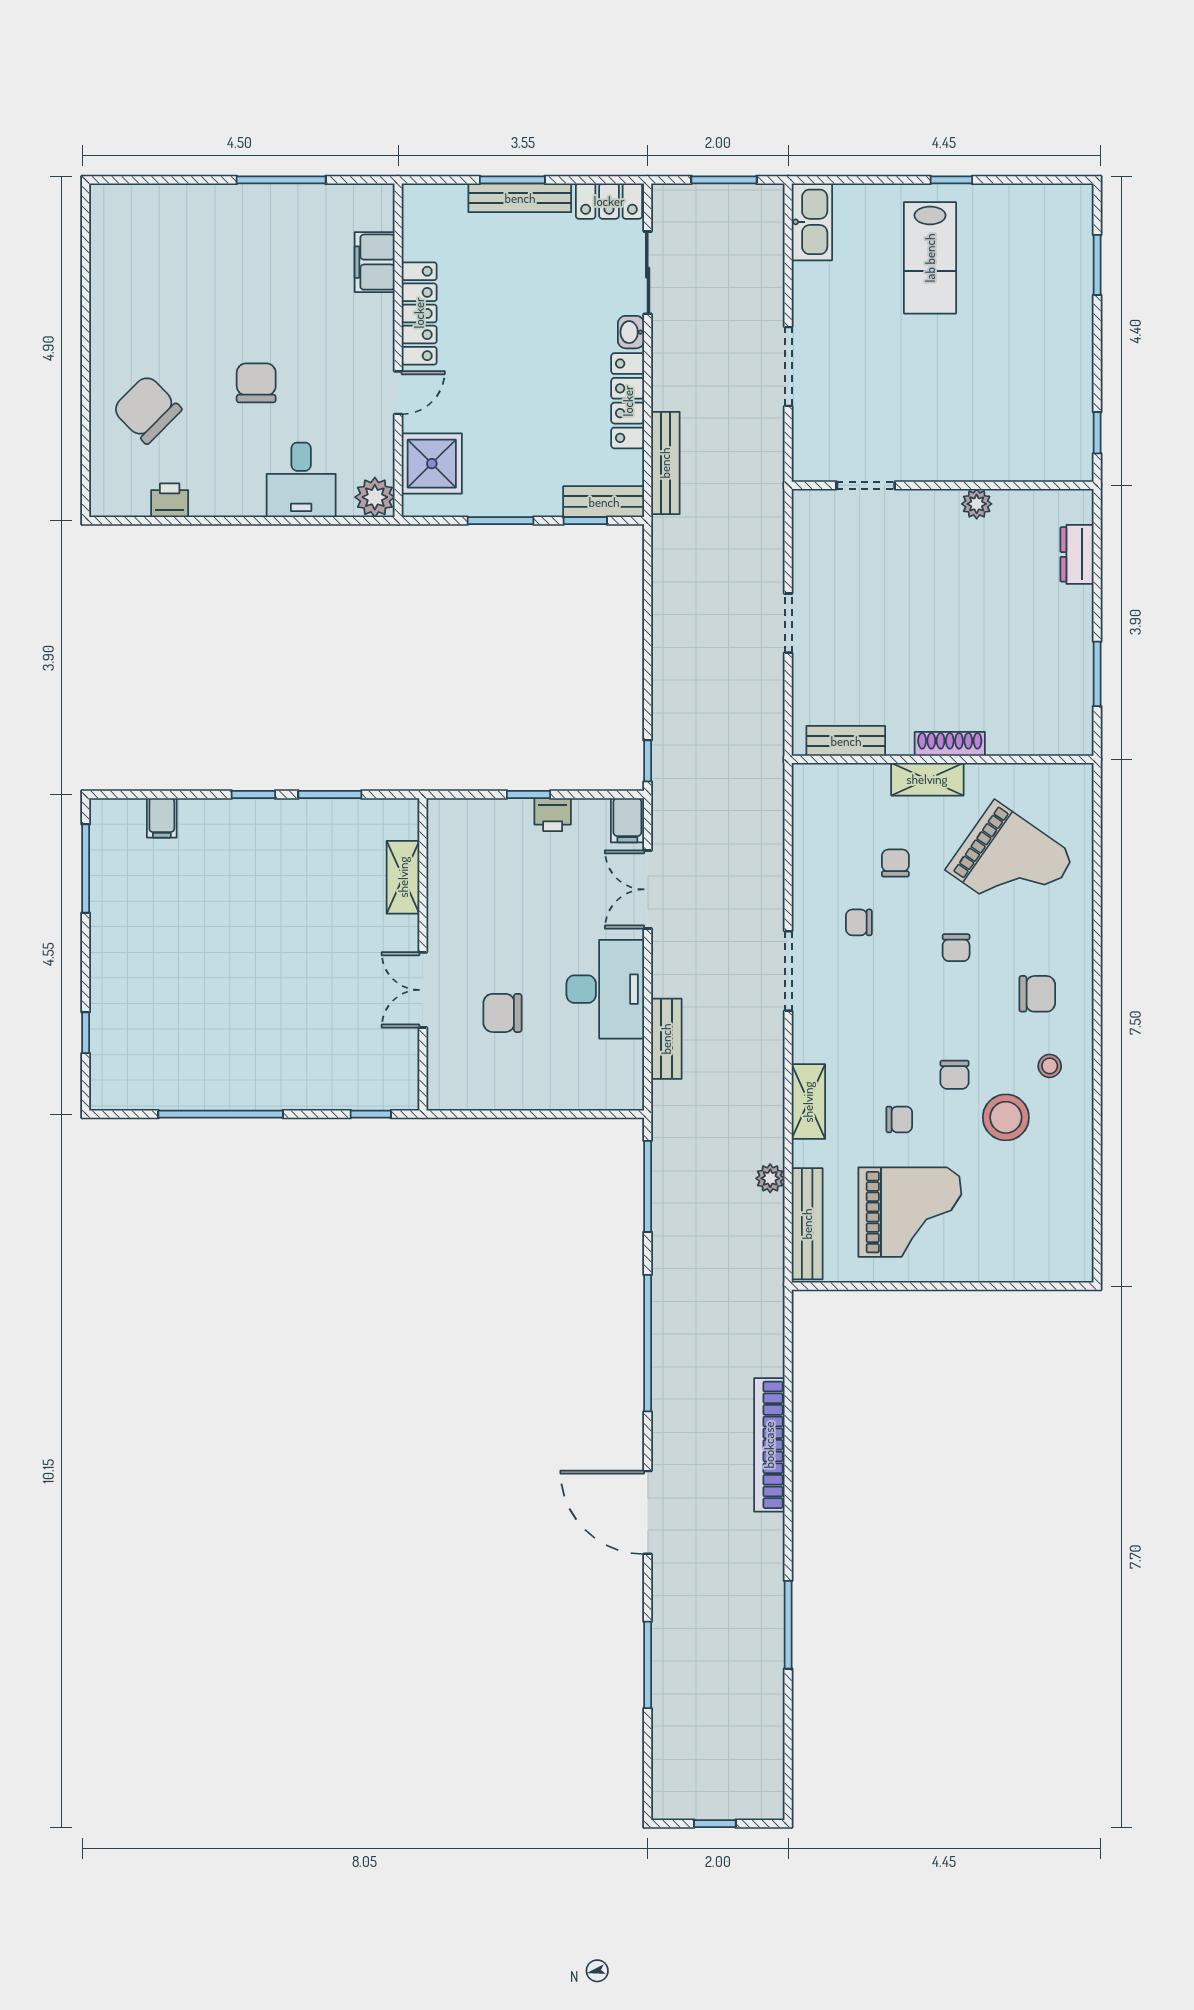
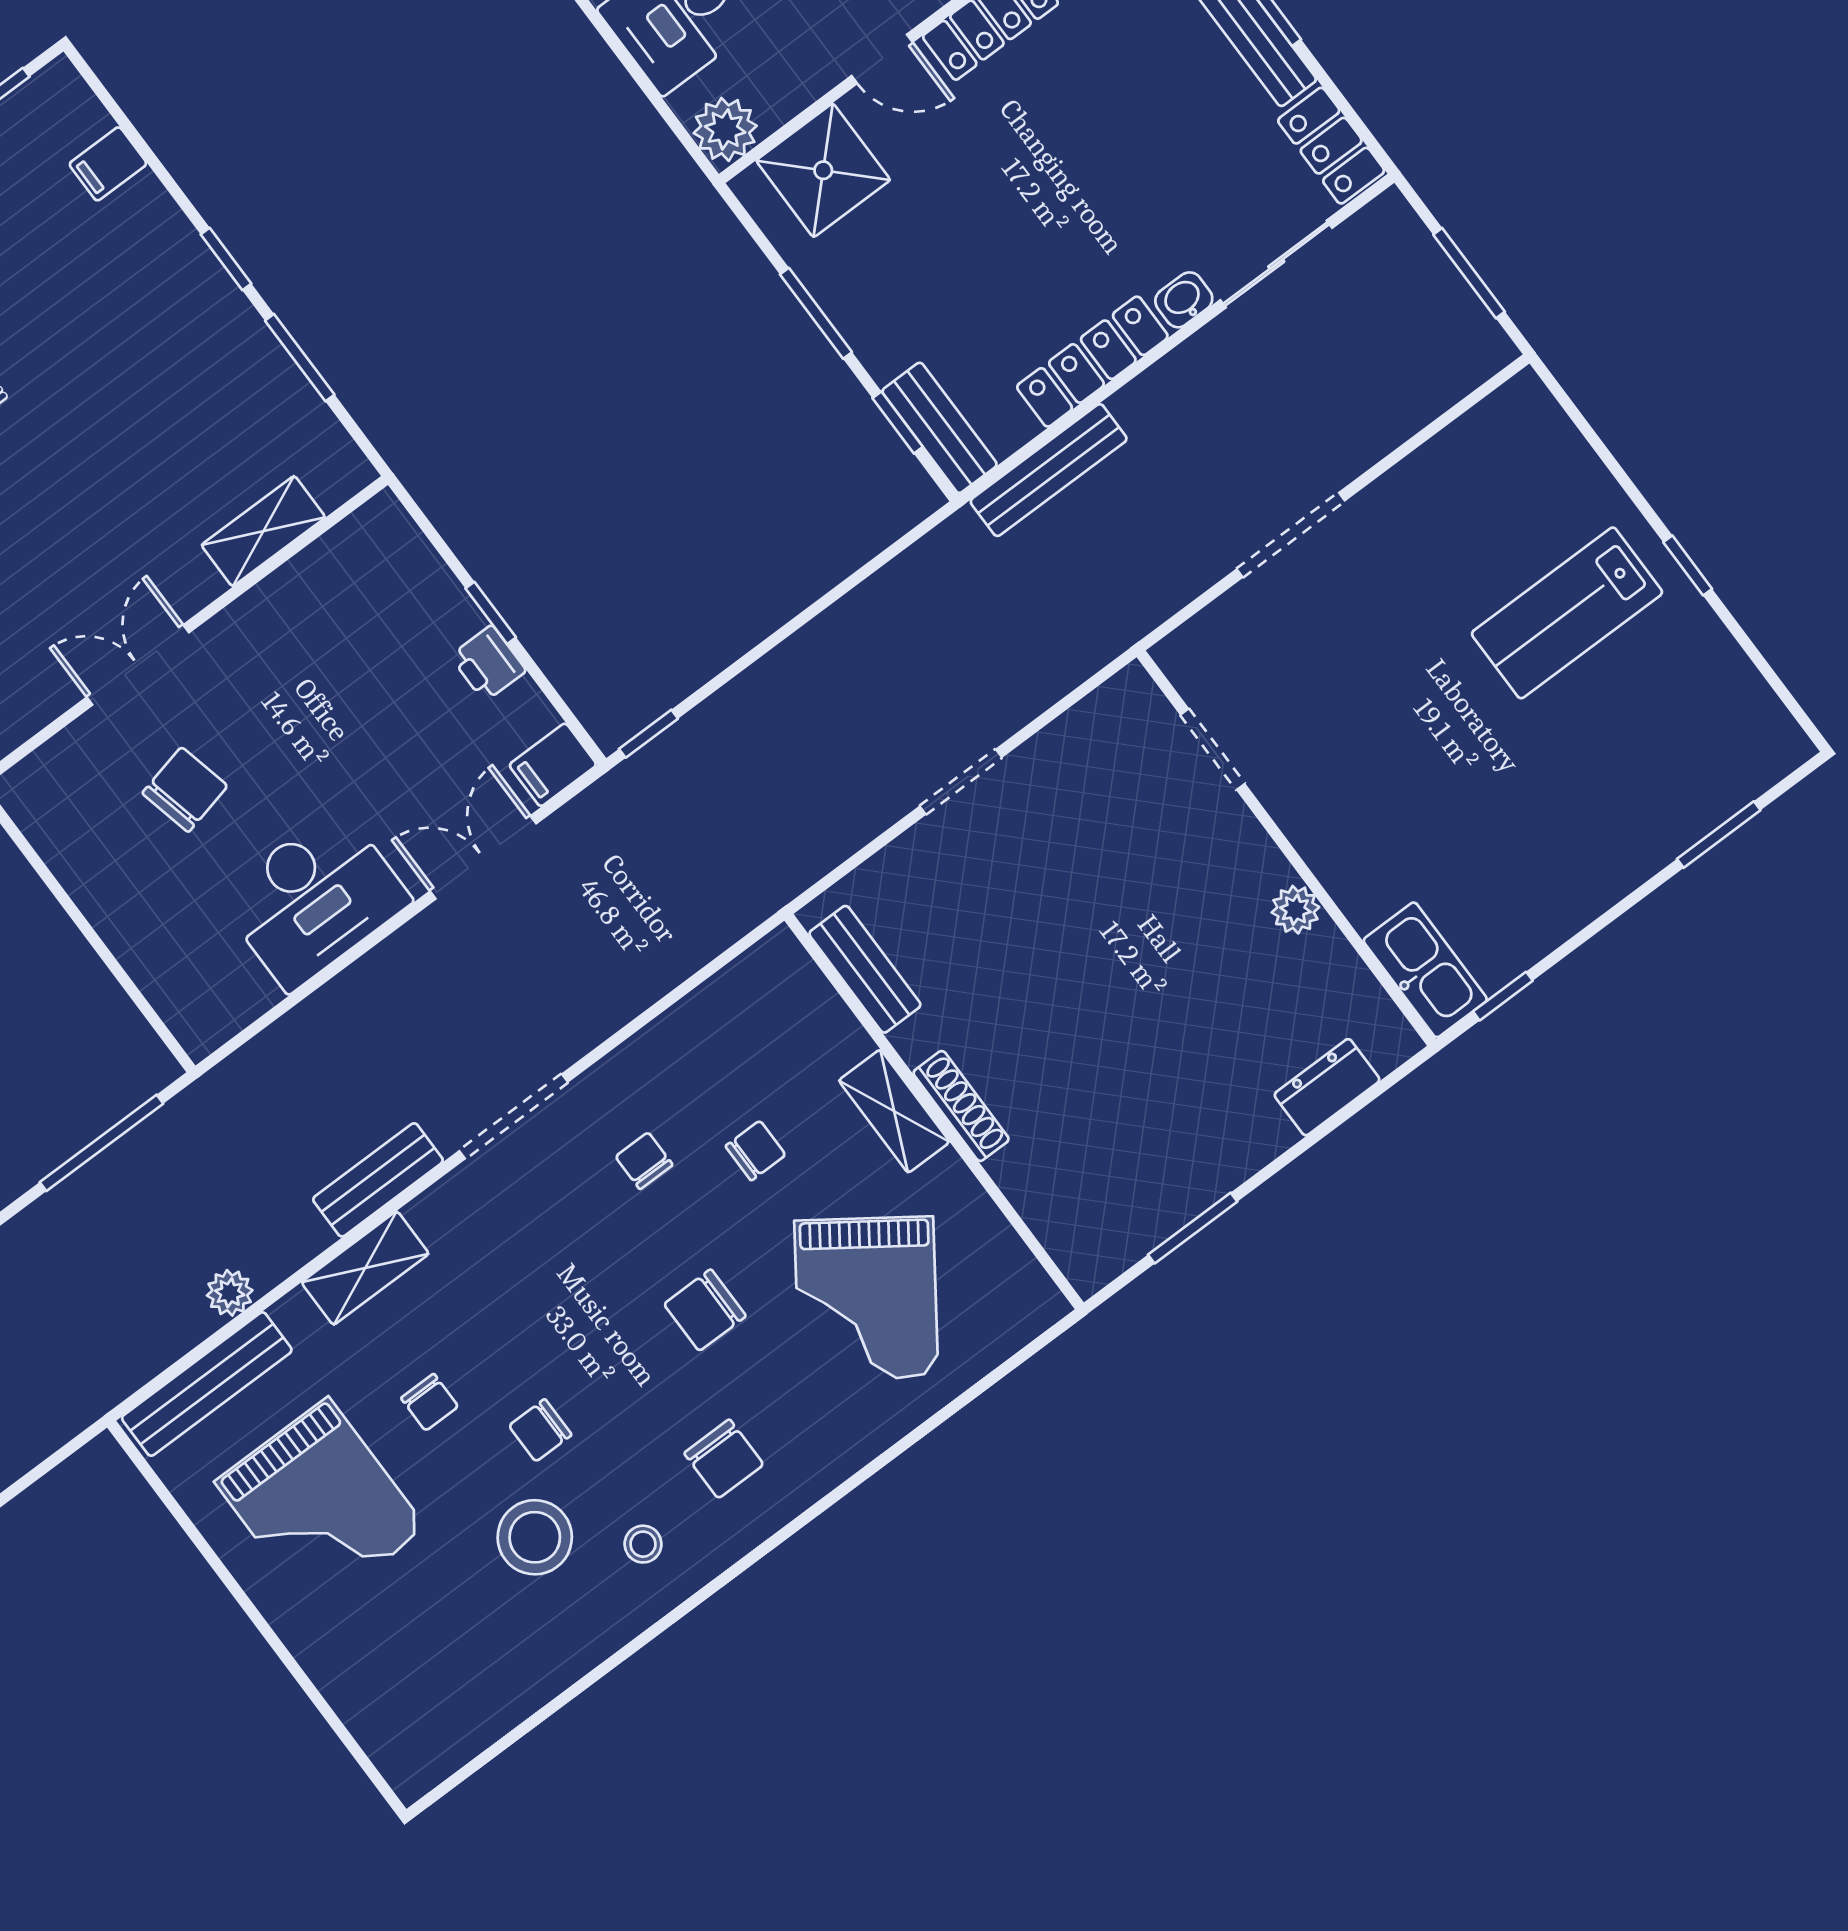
kitchen sink: (812, 222) -> (1425, 970), moved, turned -90
chair: (956, 948) -> (705, 1310), width x1.37, depth x1.37
chair: (502, 1013) -> (185, 790), turned 77
bench: (666, 1039) -> (378, 1180), moved

